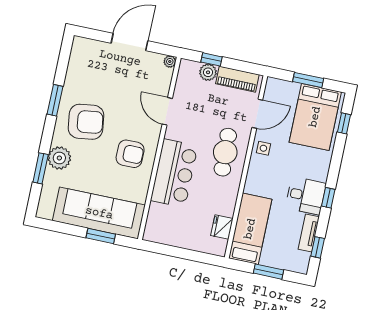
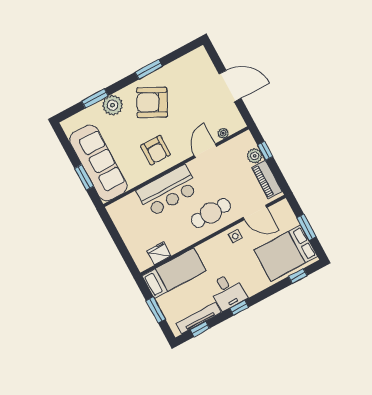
plant: (170, 62) -> (223, 133), moved
armchair: (86, 122) -> (152, 102), turned 125
tv unit: (309, 233) -> (199, 318), width x1.41

